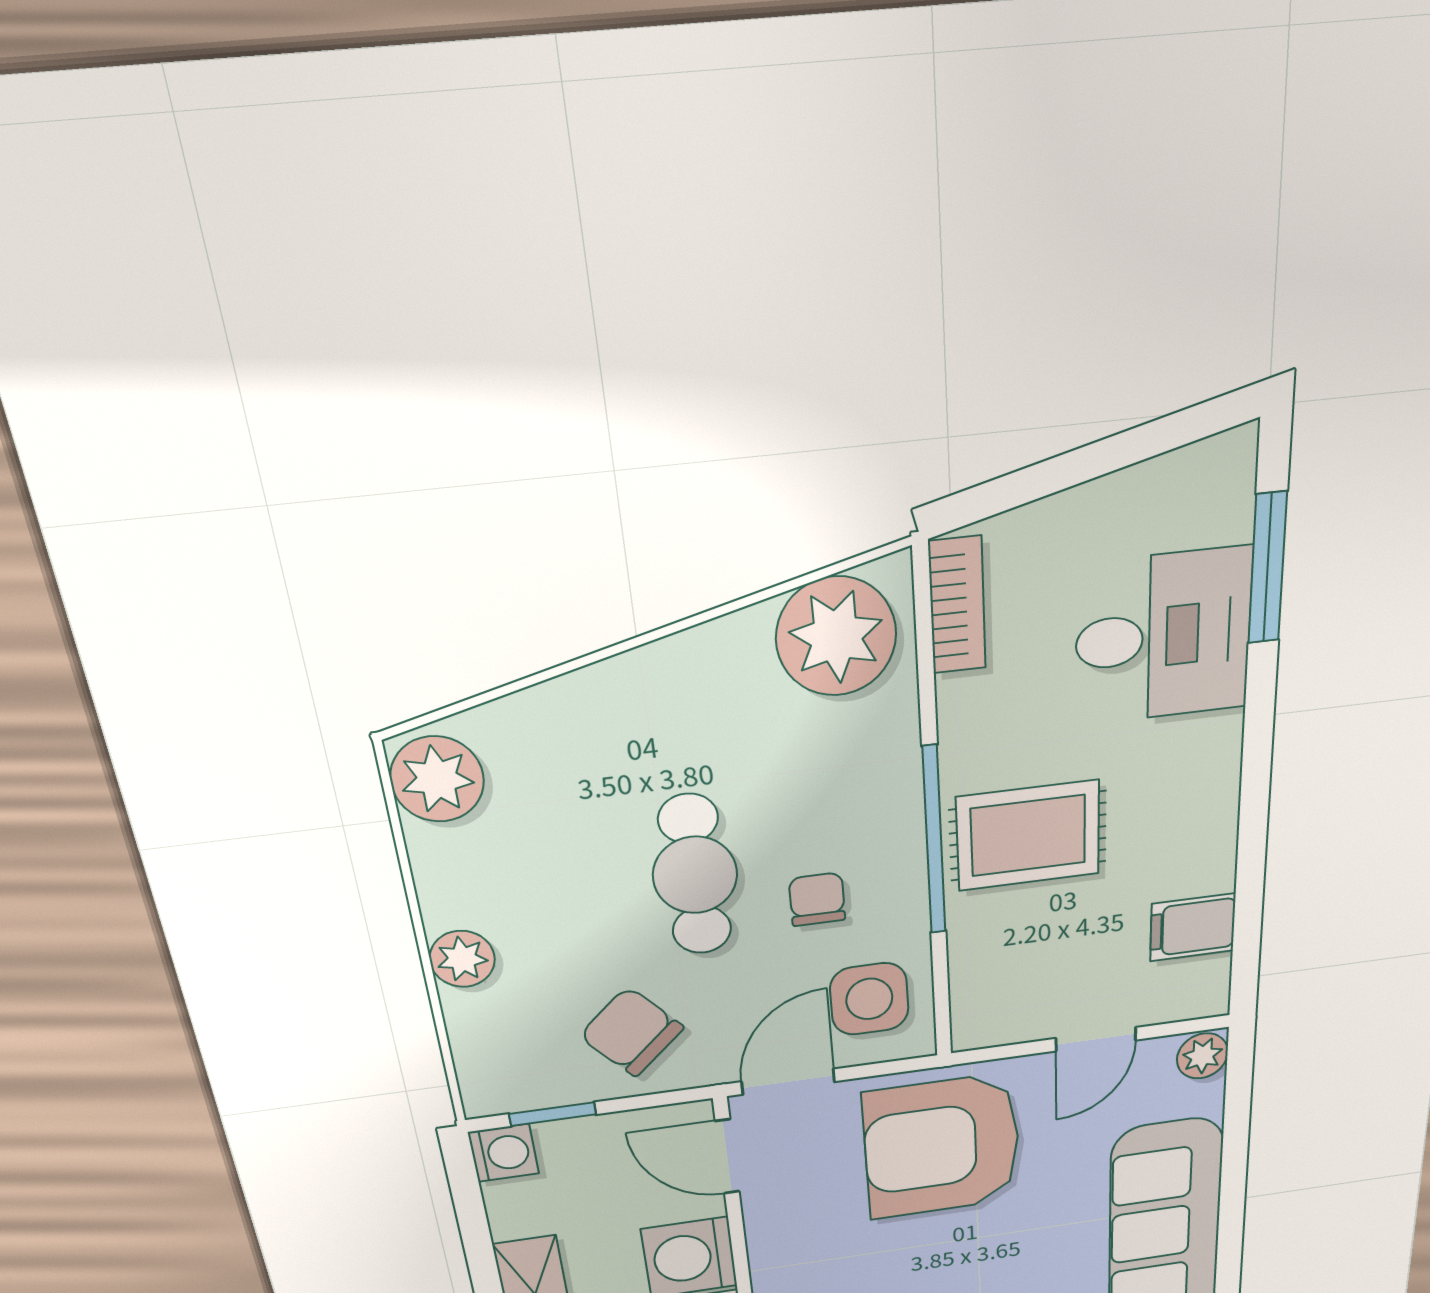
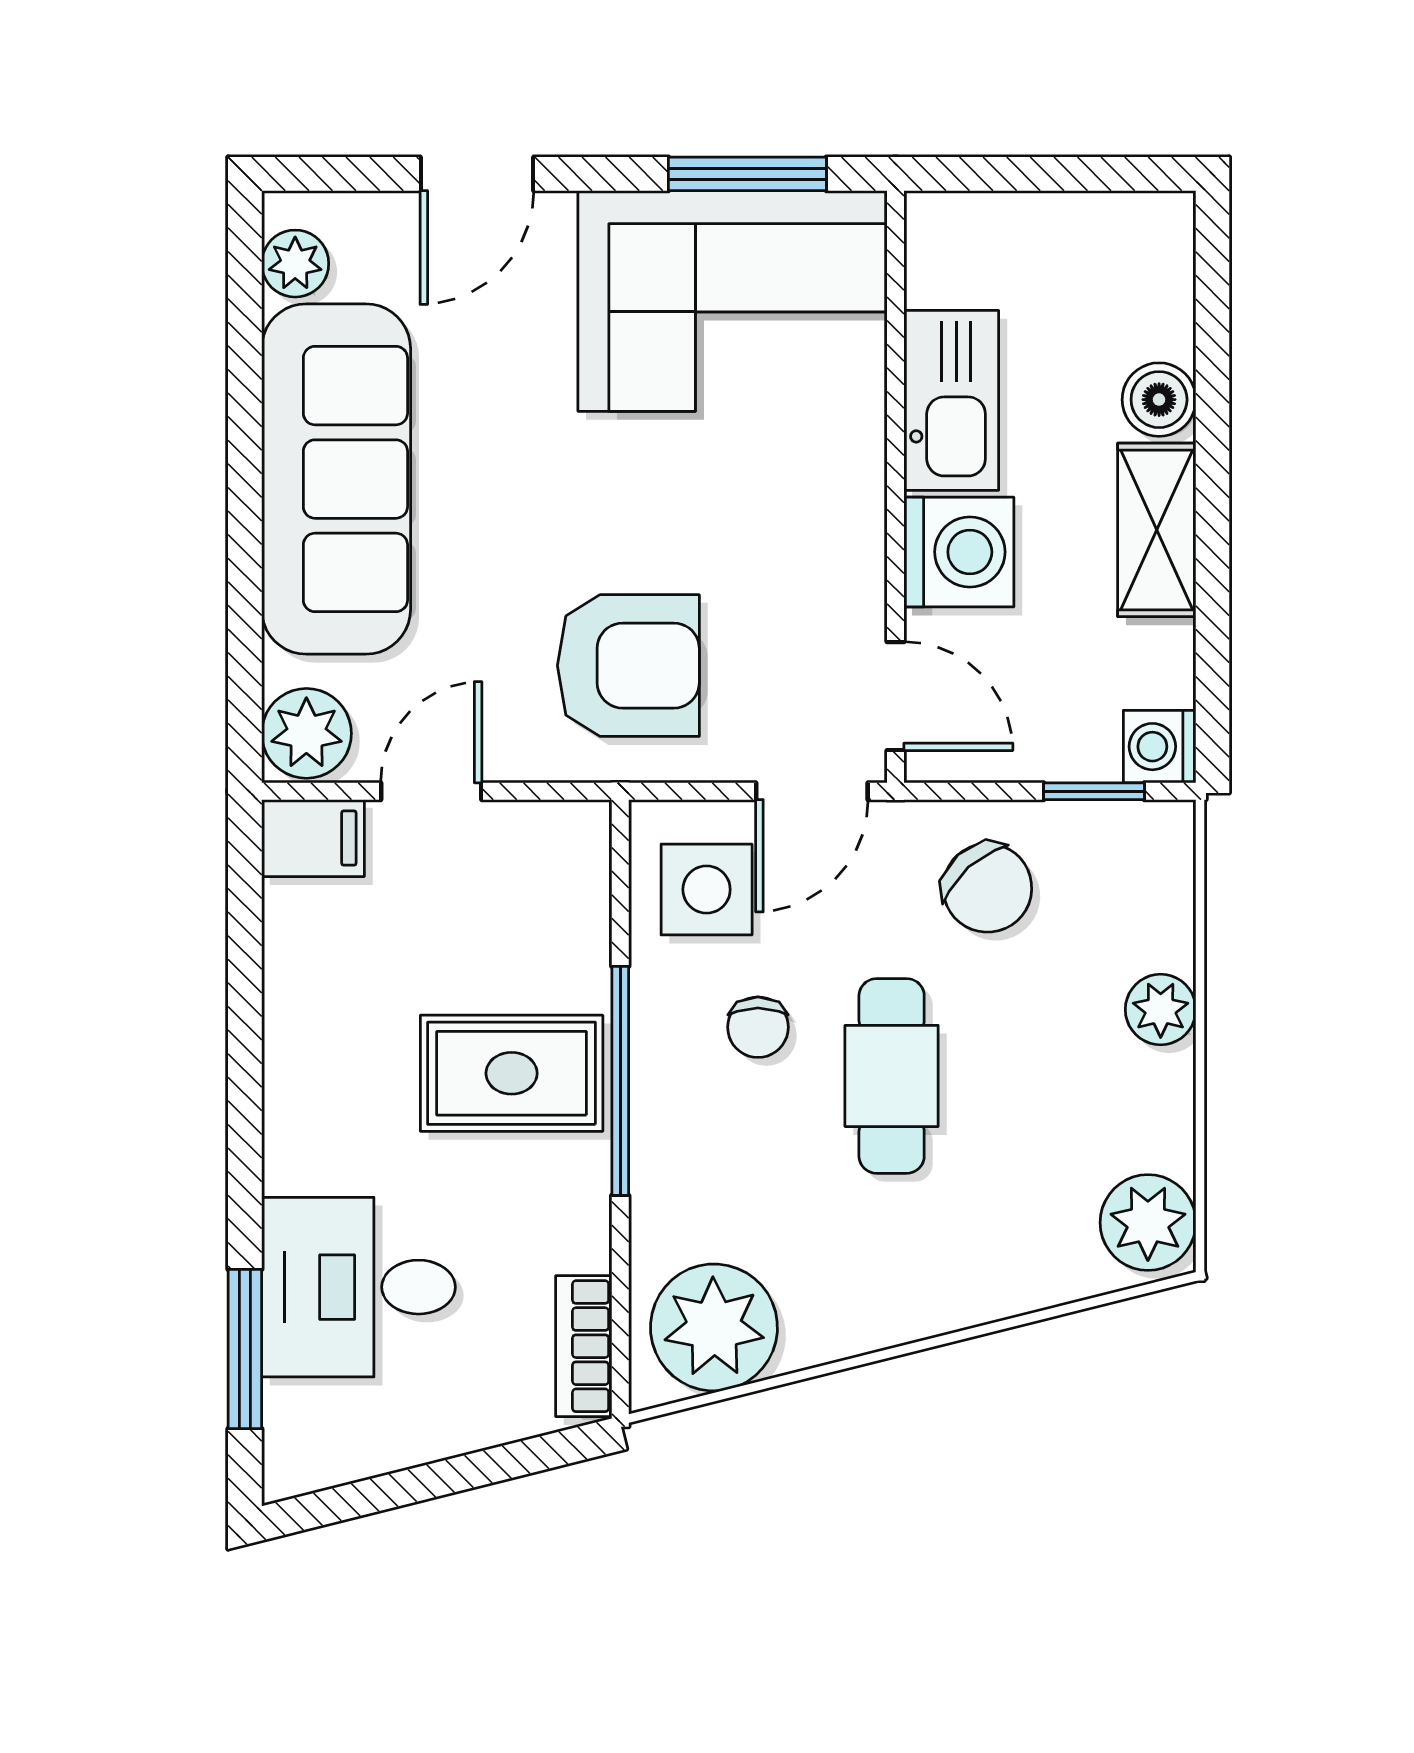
filing cabinet: (1193, 927) -> (313, 838), moved
plant: (1202, 1056) -> (306, 733), width x1.38, depth x1.38
armchair: (942, 1147) -> (628, 666), width x0.73, depth x0.73

